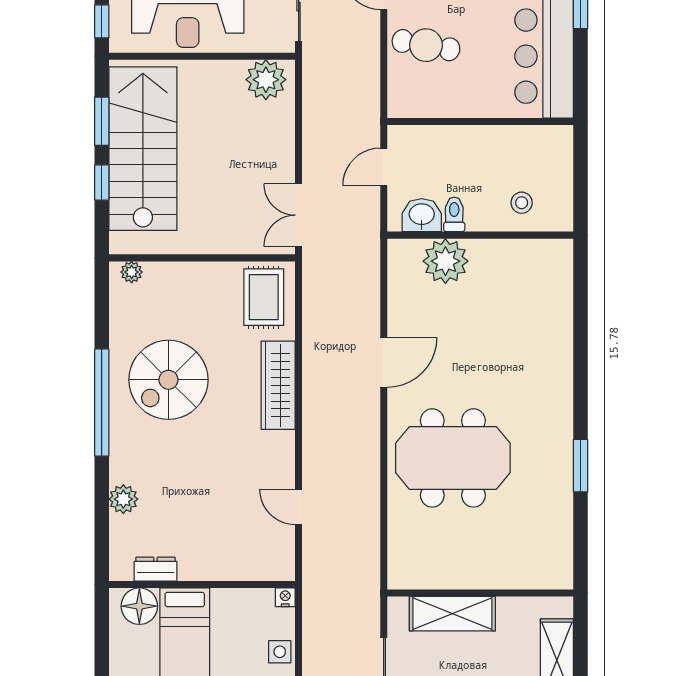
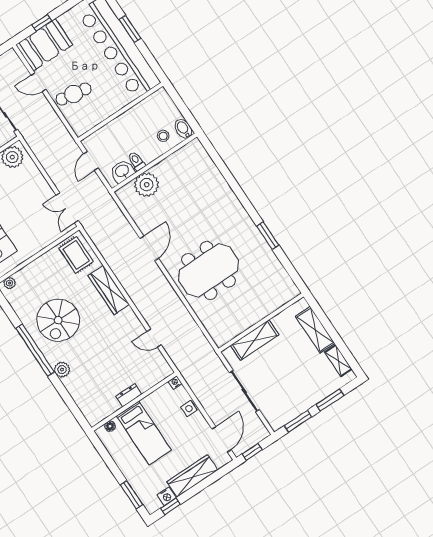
bidet: (560, 213) -> (183, 129), added
plant: (123, 499) -> (62, 370), moved
dresser: (156, 569) -> (129, 395), moved
floor lamp: (139, 606) -> (110, 426), width x0.53, depth x0.53

